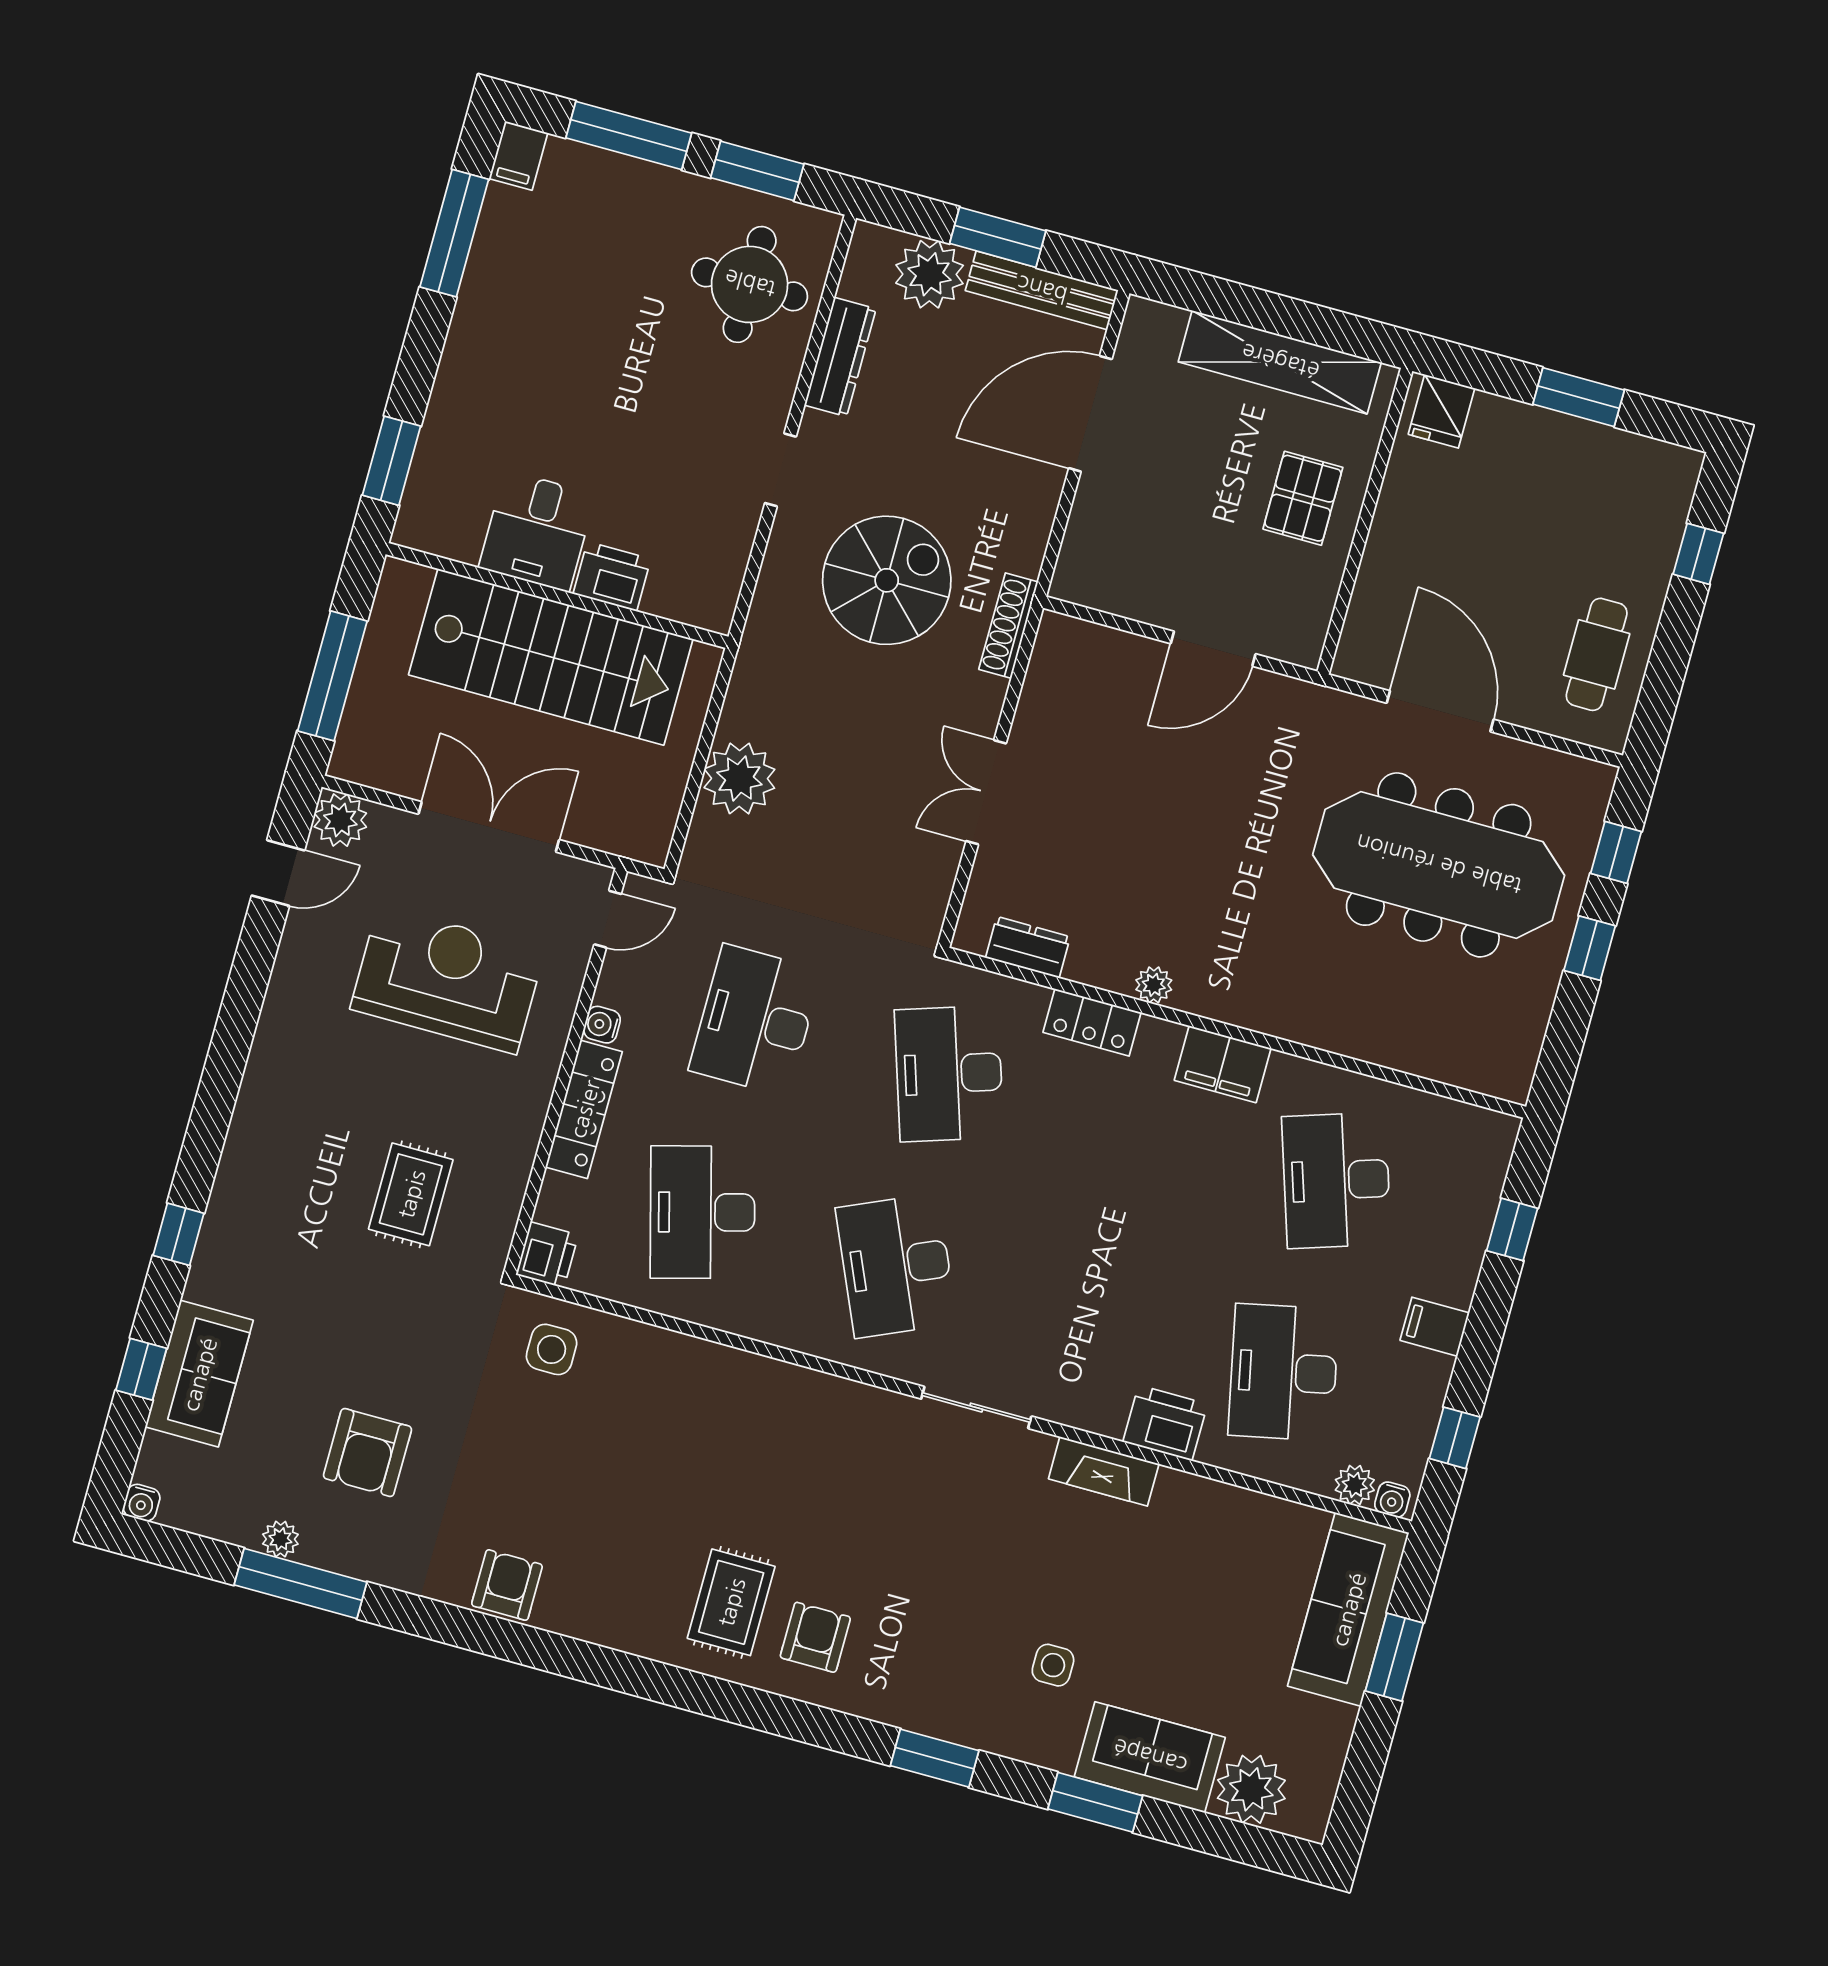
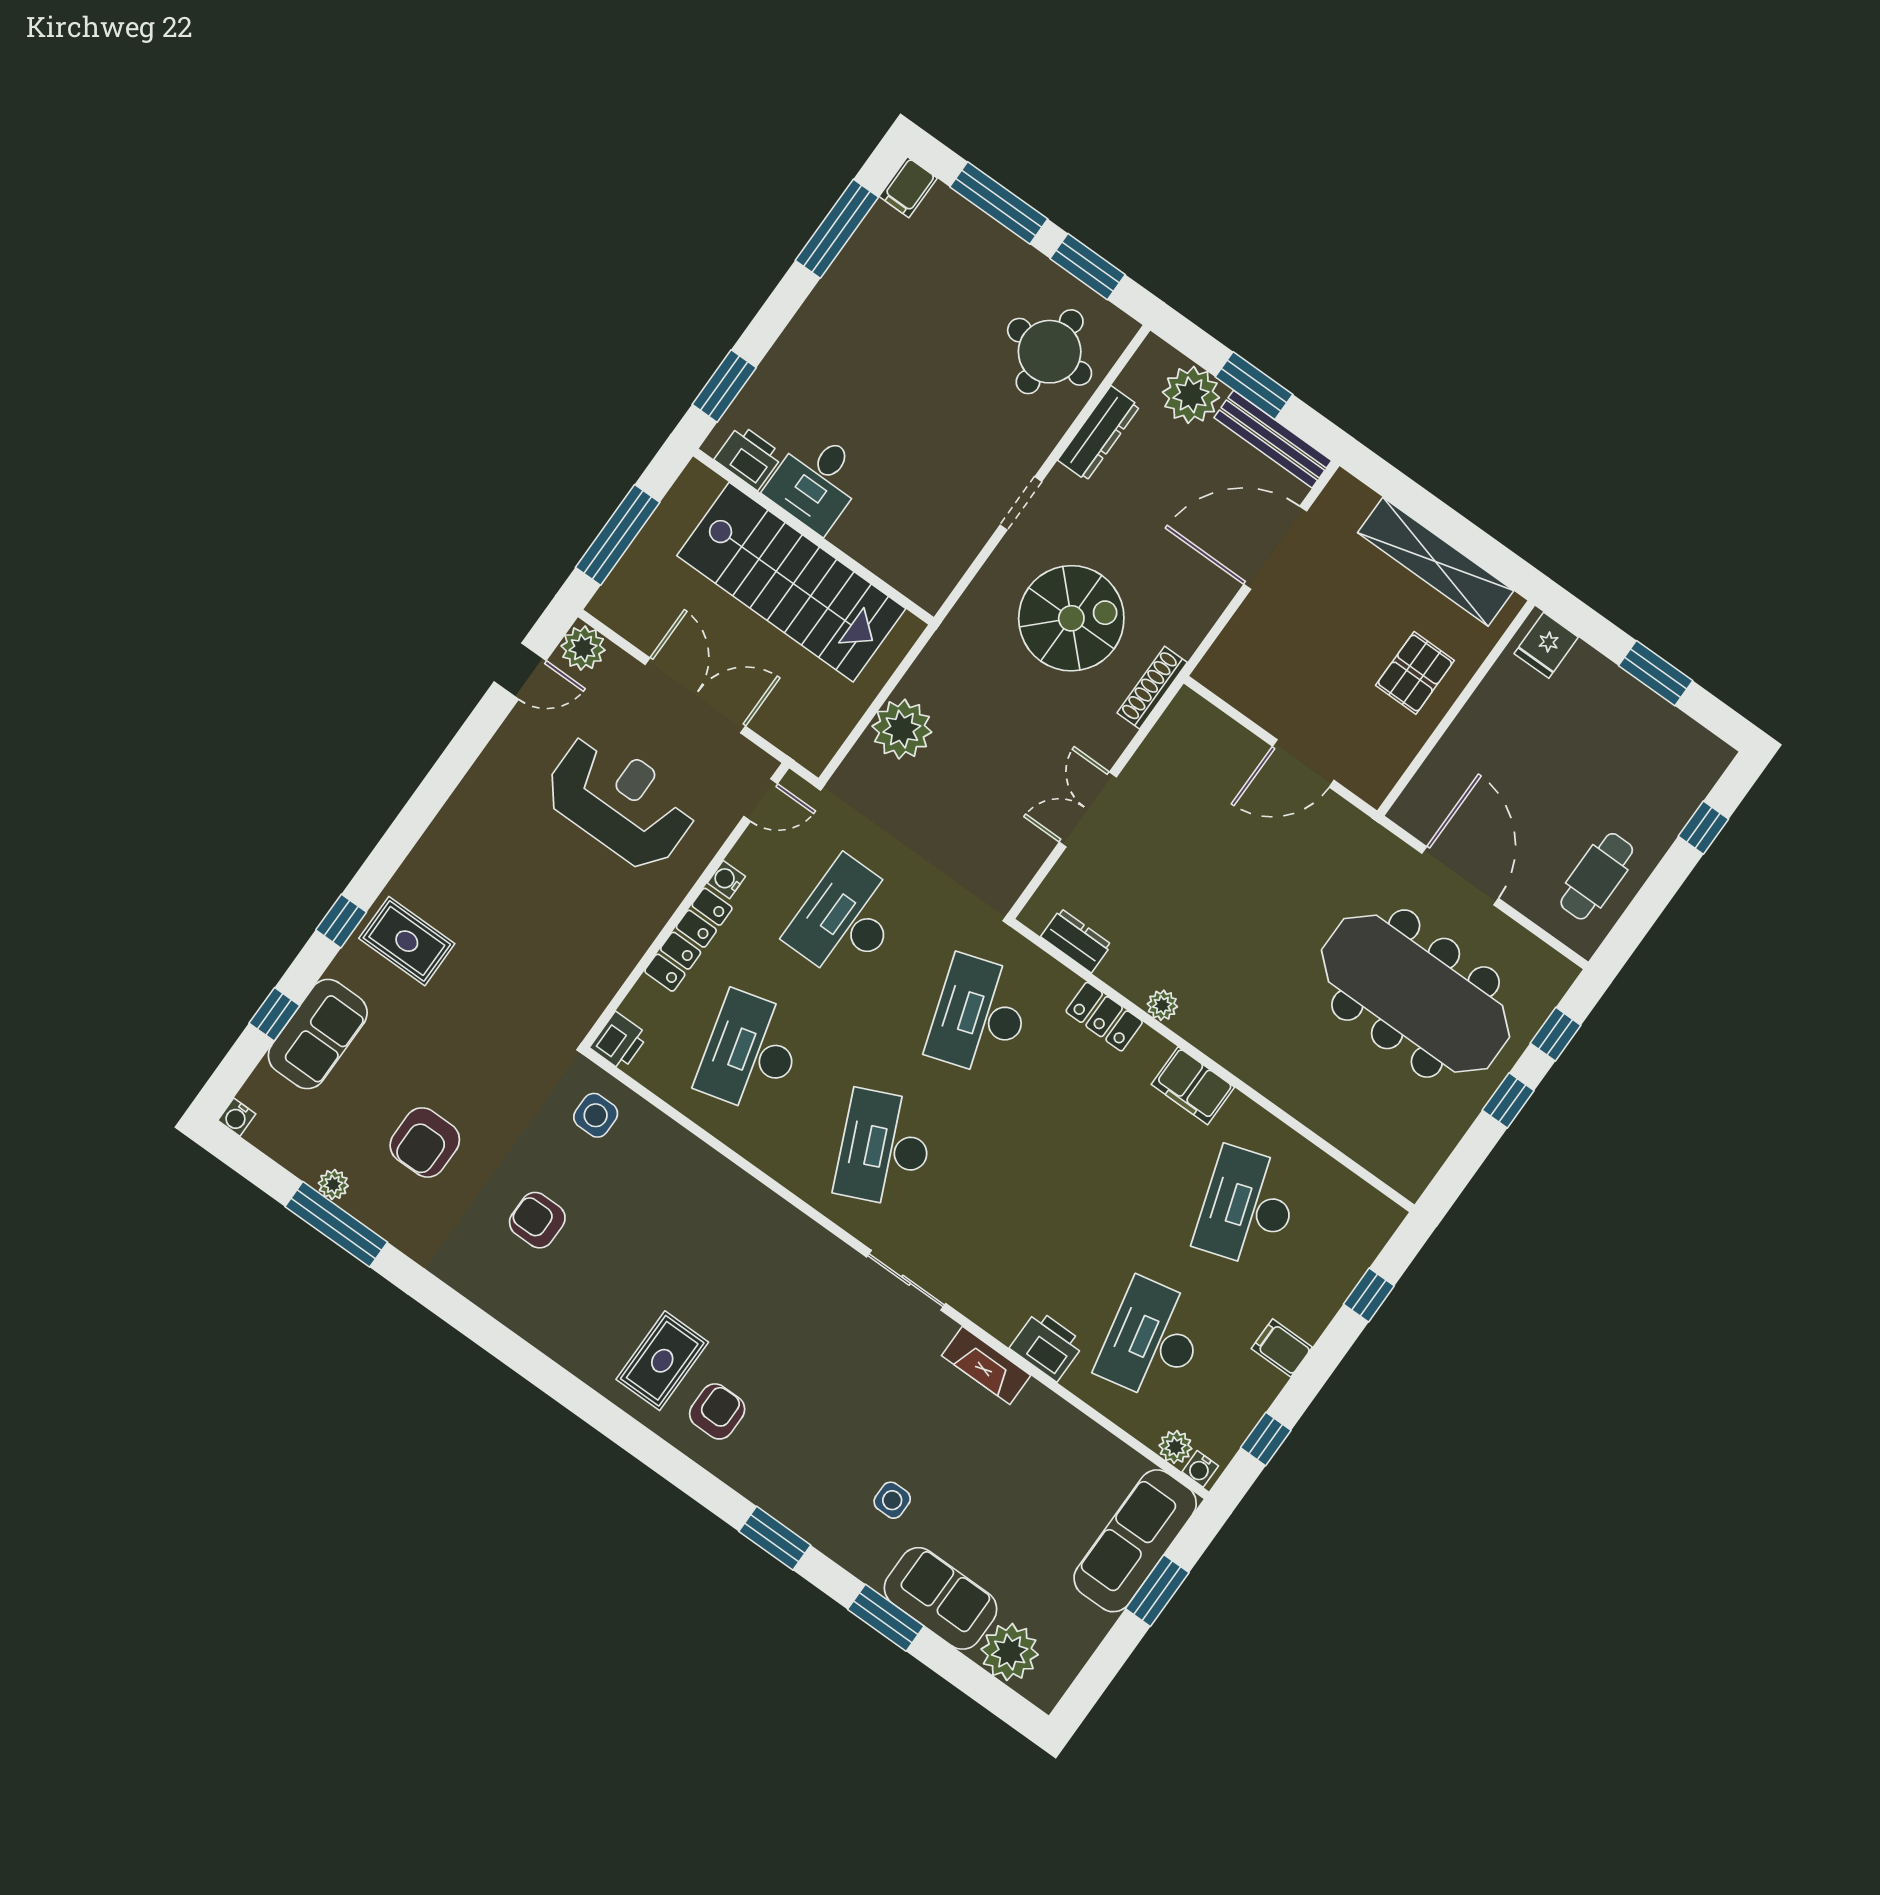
printer: (612, 576) -> (749, 457), moved
rug: (411, 1194) -> (407, 941), moved, turned 90
armchair: (507, 1585) -> (537, 1220), moved, turned -90

